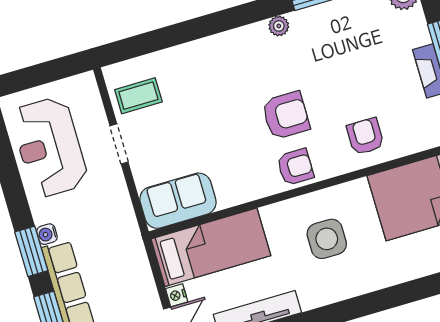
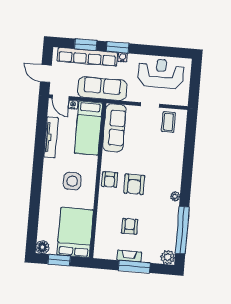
armchair: (365, 136) -> (130, 226), moved, turned -90
sofa: (178, 201) -> (114, 128), width x1.36
sofa: (123, 250) -> (102, 89), added

